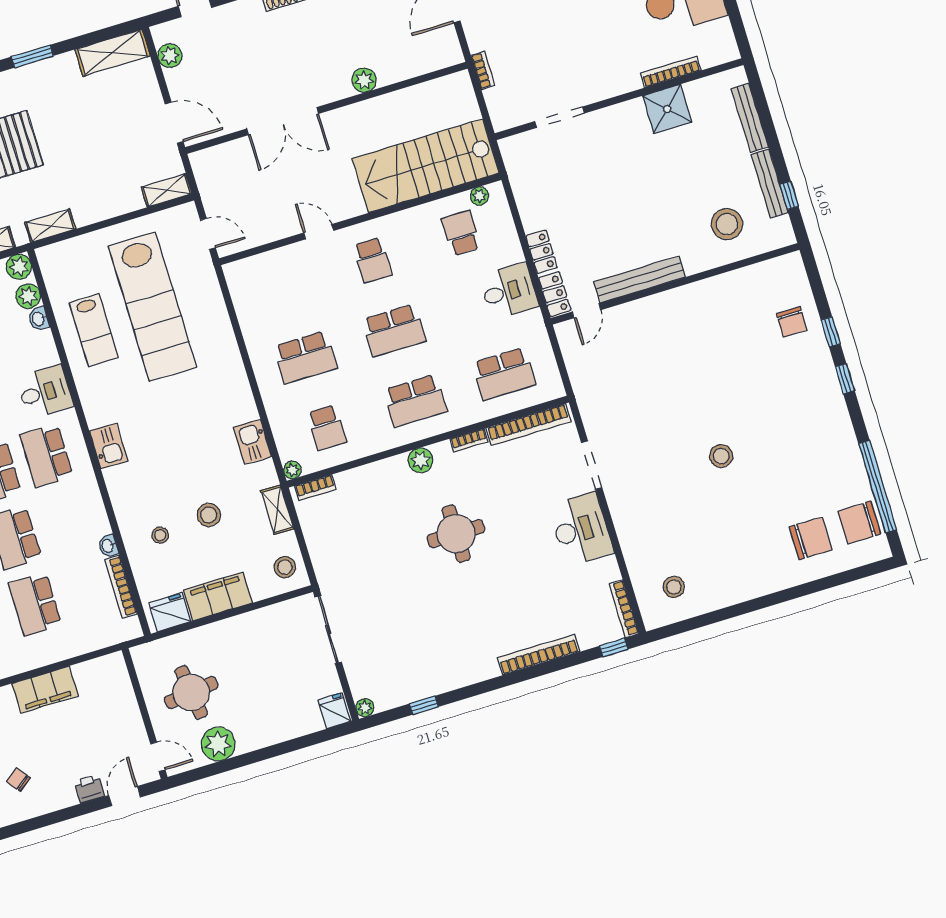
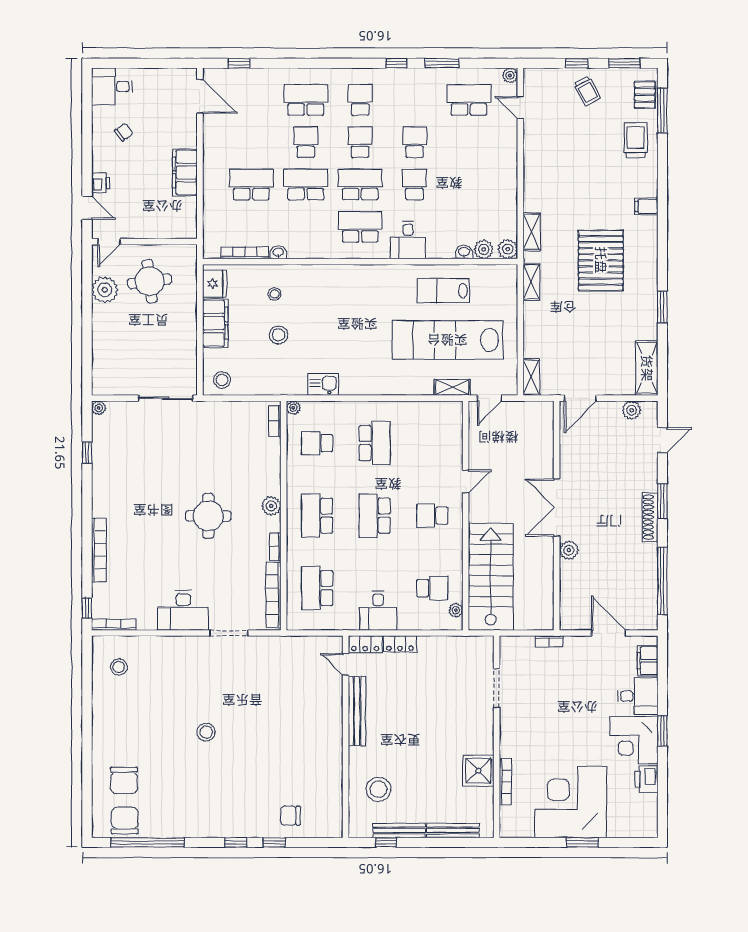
double door: (283, 121) -> (557, 508), moved
school desk: (305, 357) -> (375, 443), turned 180
kitchen sink: (109, 446) -> (353, 276), removed
shelving: (277, 510) -> (452, 387), moved
fridge: (334, 711) -> (103, 384), removed

